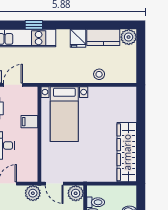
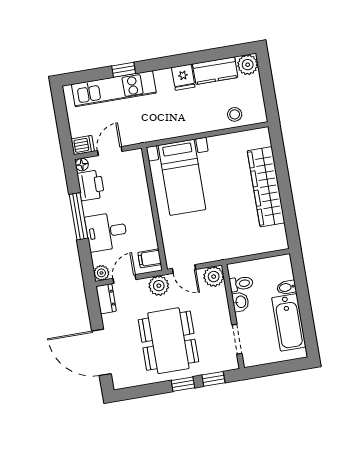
stool: (99, 74) -> (235, 114), moved
filing cabinet: (29, 122) -> (150, 258), moved
wardrobe: (127, 152) -> (266, 187), moved

